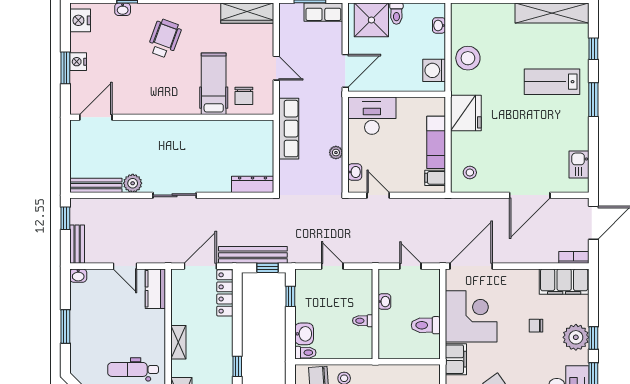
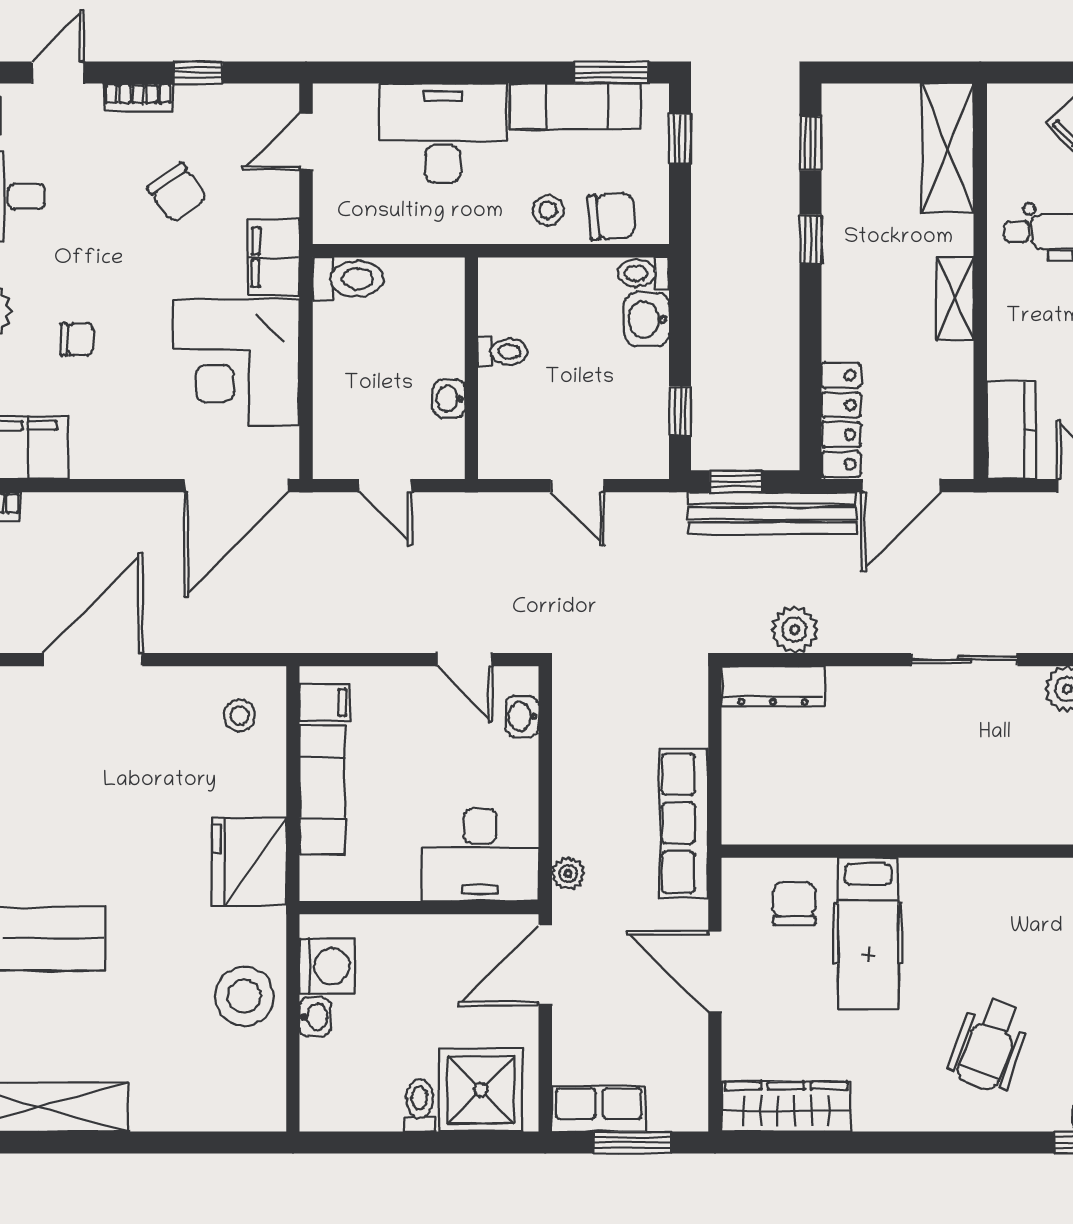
washbasin: (439, 25) -> (315, 1017), moved
door: (276, 68) -> (715, 972), width x1.37
plant: (336, 153) -> (568, 874), moved
plant: (244, 207) -> (795, 630), added
toilet: (426, 325) -> (348, 279), moved

